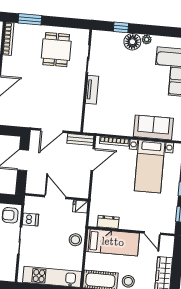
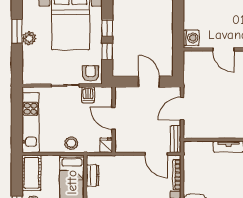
door: (52, 131) -> (182, 109), hinge flipped
door: (55, 197) -> (114, 118), swing flipped

